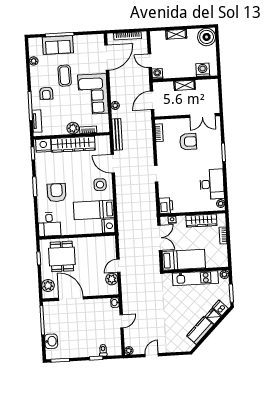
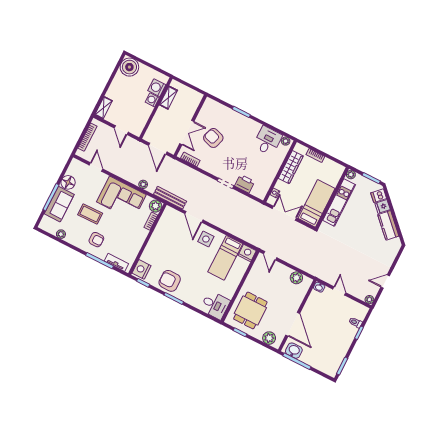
shelving: (176, 34) -> (104, 108), moved
floor lamp: (80, 42) -> (68, 182), added
door: (107, 58) -> (96, 167), width x0.53
door: (150, 61) -> (121, 130), hinge flipped
washing machine: (157, 74) -> (152, 100), moved
shelving: (185, 85) -> (168, 98), moved
double door: (202, 116) -> (187, 133), moved
plant: (73, 128) -> (156, 206), moved
armchair: (188, 142) -> (213, 138), turned -72
wardrobe: (73, 144) -> (156, 242), removed
door: (113, 164) -> (194, 217), hinge flipped
desk: (212, 184) -> (268, 141), width x0.73
armchair: (57, 193) -> (170, 281), moved
printer: (166, 206) -> (245, 184), moved
dining table: (62, 256) -> (250, 310), turned 90
door: (118, 266) -> (270, 256), moved
door: (71, 299) -> (293, 324), swing flipped
washbasin: (51, 341) -> (294, 351), moved
door: (152, 355) -> (385, 282), hinge flipped

